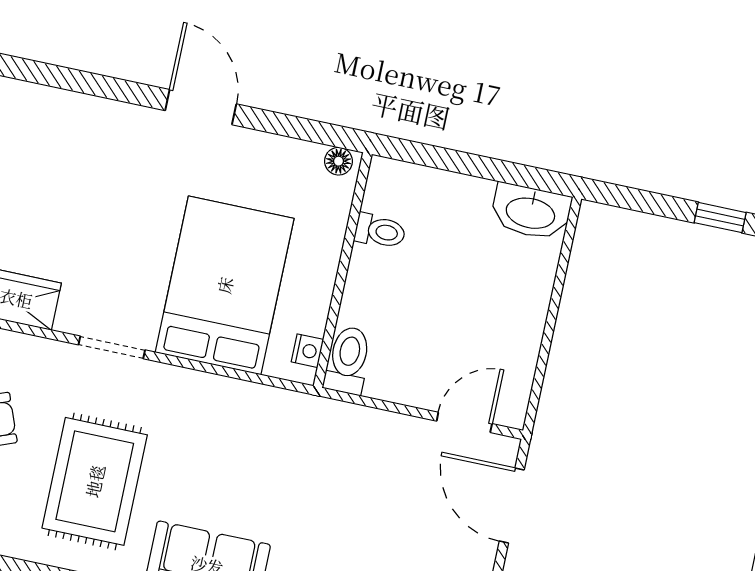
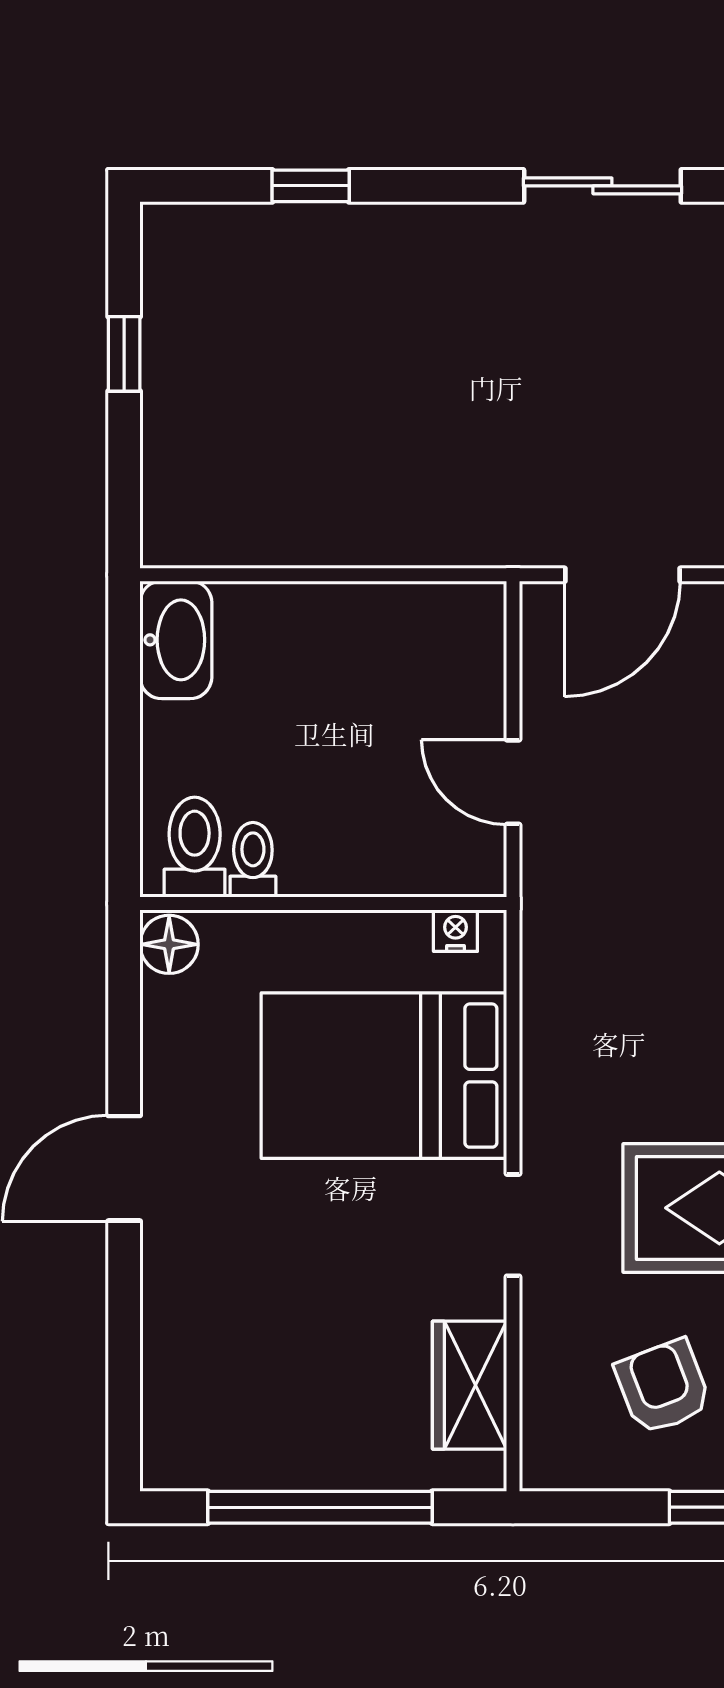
floor lamp: (339, 161) -> (169, 944), width x1.37, depth x1.37
toilet: (348, 360) -> (195, 847), moved, turned 90
door: (464, 422) -> (513, 782), moved

